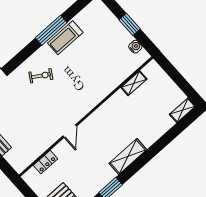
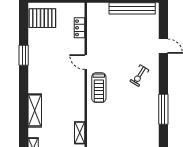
treadmill: (65, 38) -> (99, 88), moved, turned 180
shelving: (128, 157) -> (35, 110), moved

